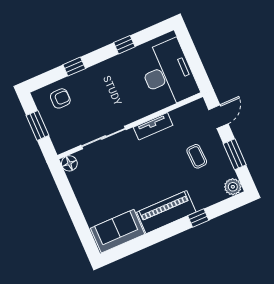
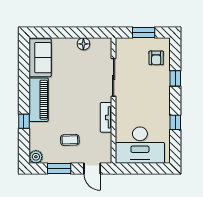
floor lamp: (69, 163) -> (83, 44), moved

